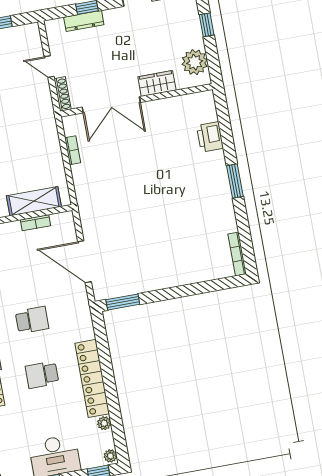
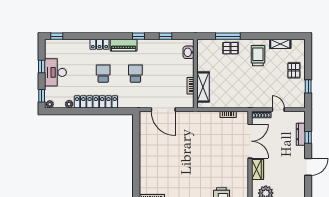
door: (49, 67) -> (278, 110), hinge flipped
double door: (111, 105) -> (250, 141), swing flipped
door: (85, 262) -> (163, 110), swing flipped
window: (123, 302) -> (136, 127), removed
school desk: (32, 320) -> (135, 74), turned 180

